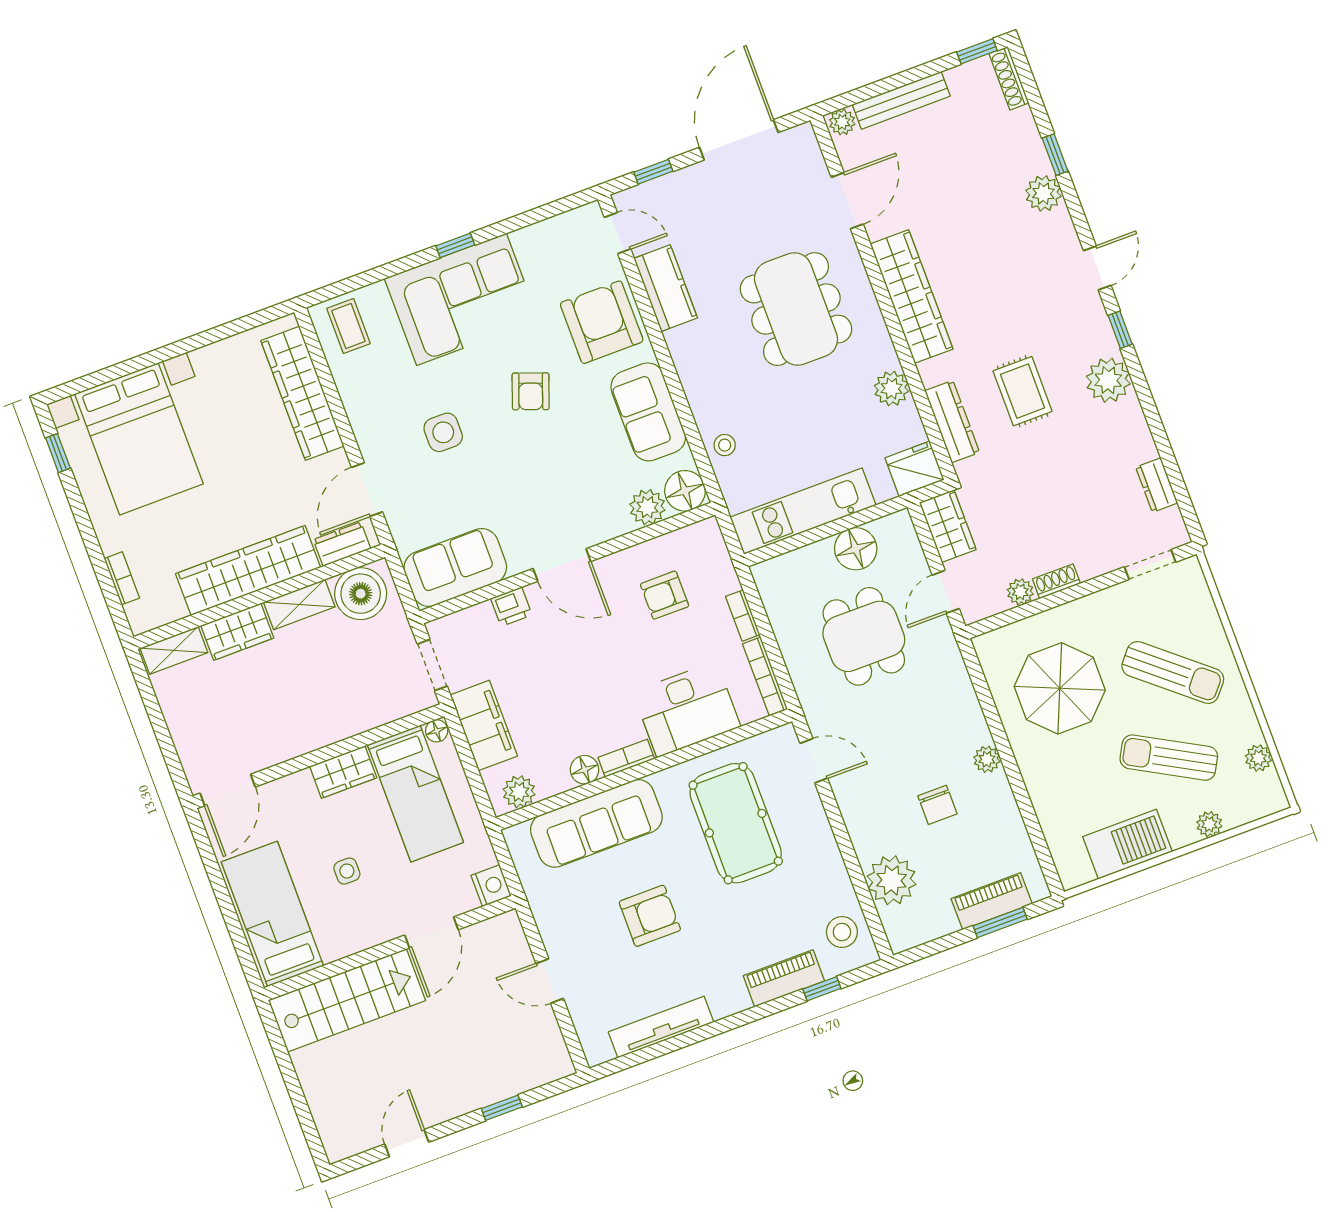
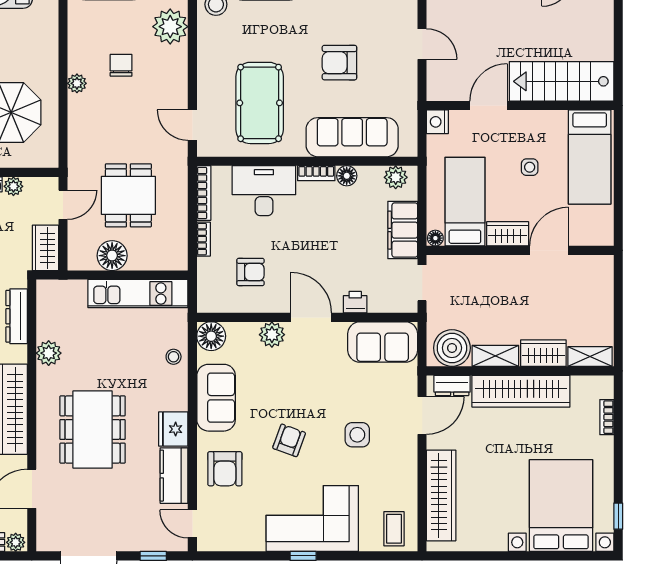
armchair: (602, 322) -> (225, 469), width x0.73, depth x0.73
fridge: (915, 469) -> (173, 429), moved, turned 90
plant: (647, 507) -> (272, 335), moved
door: (228, 790) -> (549, 250), moved

